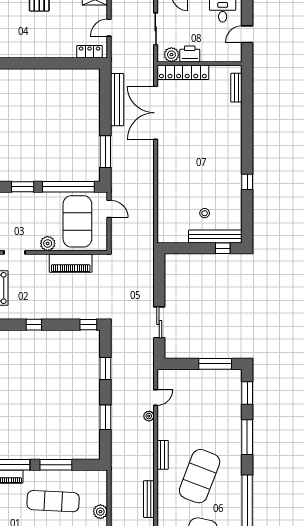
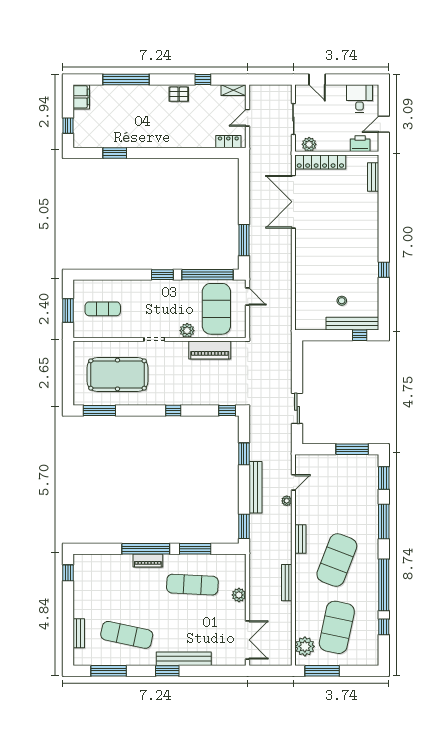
printer: (190, 54) -> (360, 144), moved
bench: (117, 100) -> (255, 487), moved
window: (105, 417) -> (244, 526), moved

